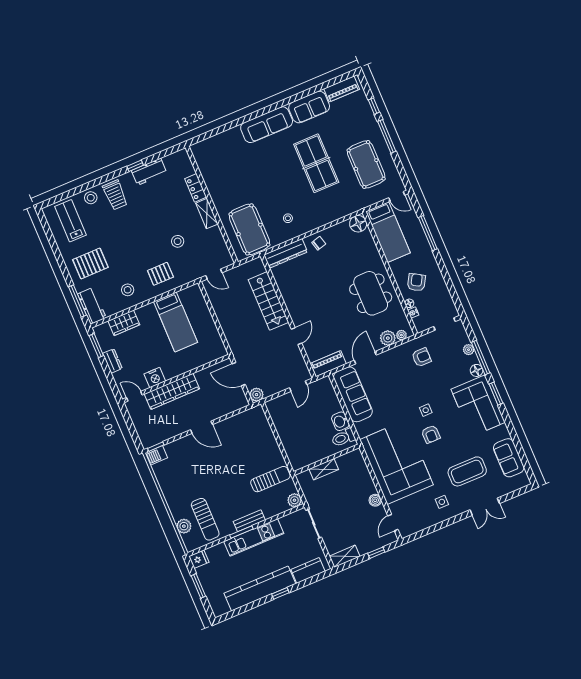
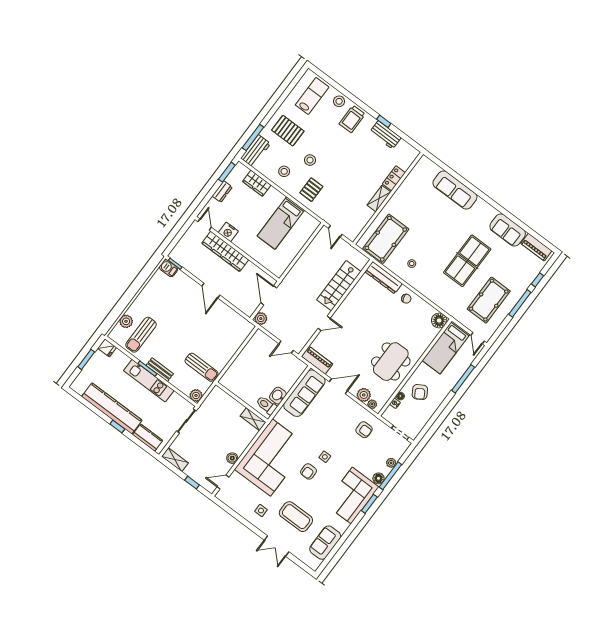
sofa: (267, 125) -> (455, 190), moved
stool: (178, 241) -> (310, 160), moved
pallet: (160, 274) -> (311, 190), turned 90
armchair: (416, 282) -> (420, 392), turned 118
shelving: (324, 469) -> (253, 419), moved

